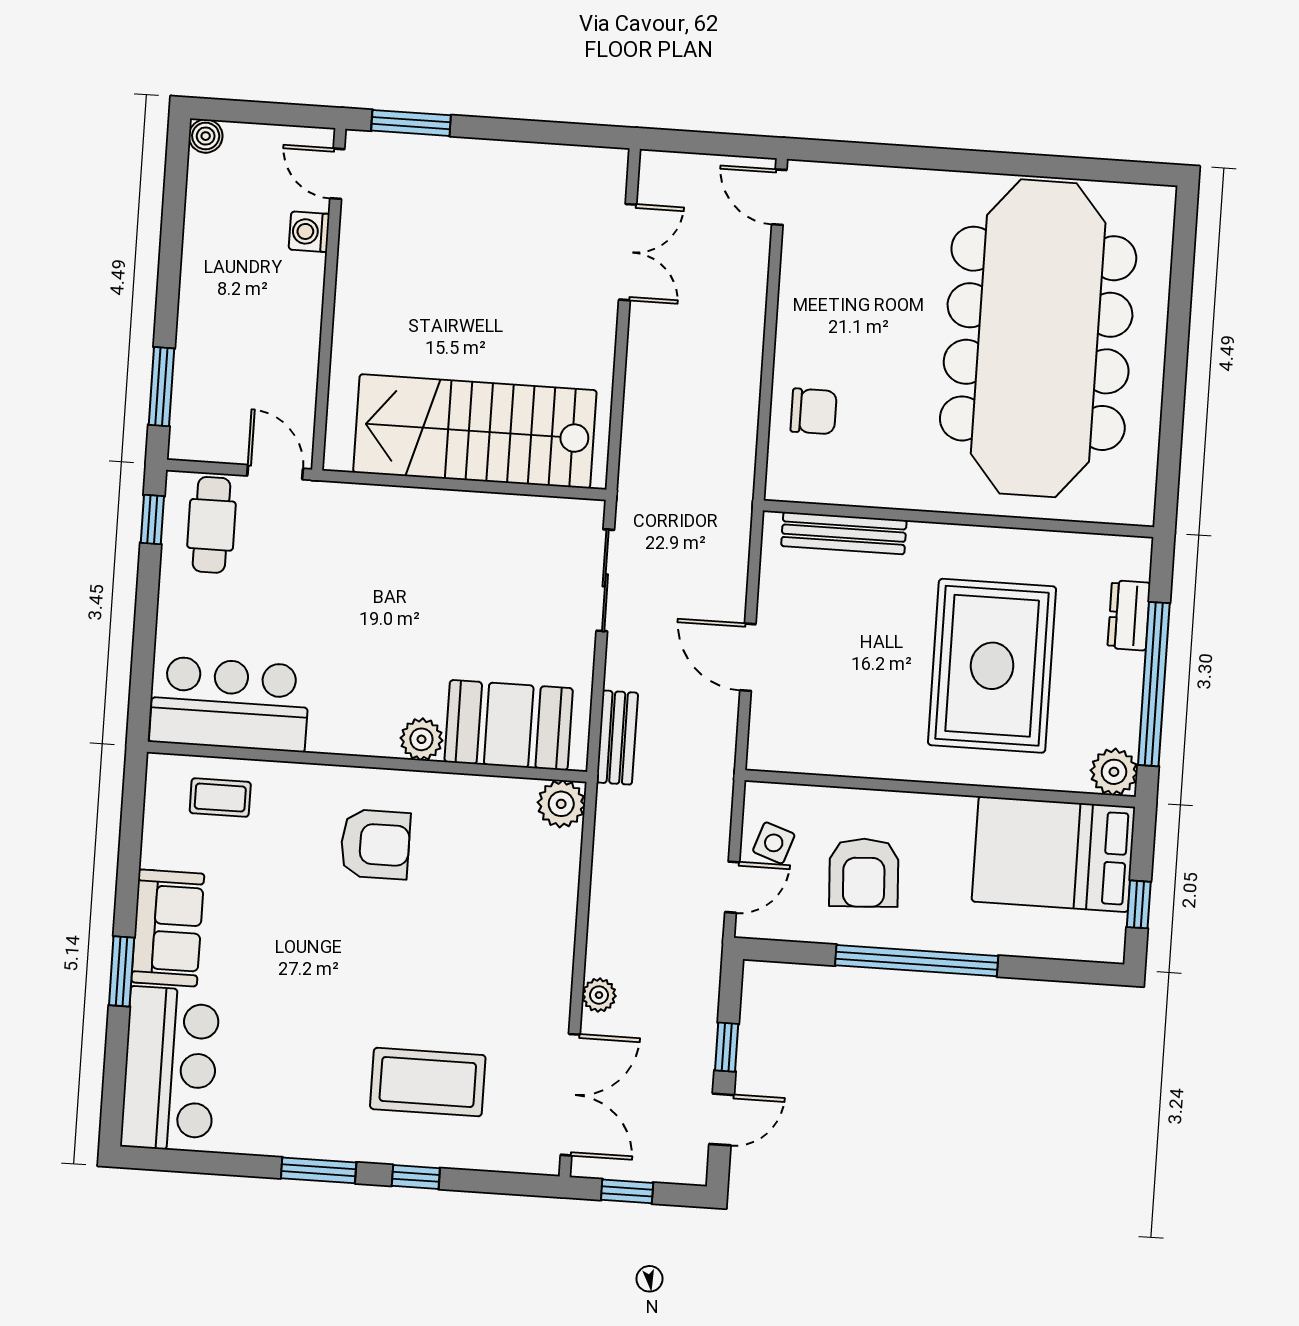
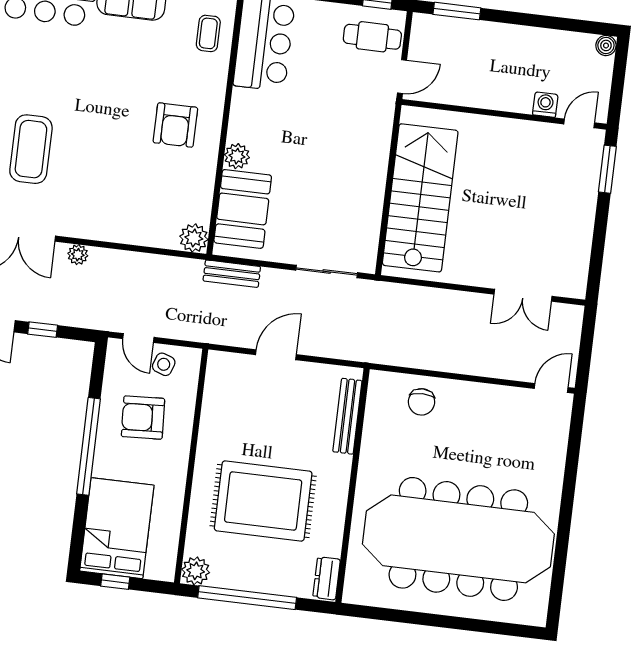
dresser: (1129, 615) -> (327, 578), moved, turned -90
bed: (1053, 854) -> (117, 528), moved

